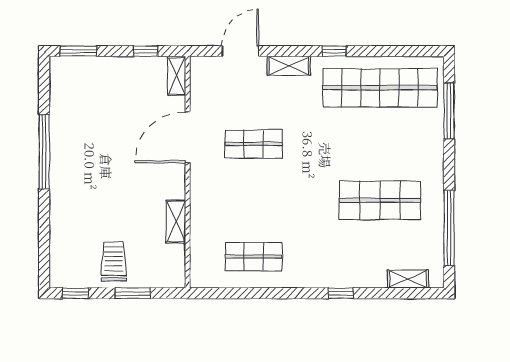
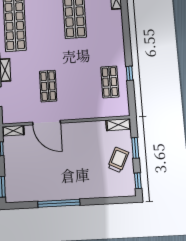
shelving: (176, 222) -> (118, 125), moved
trolley: (114, 262) -> (118, 160), turned 116
window: (341, 293) -> (129, 73), moved

